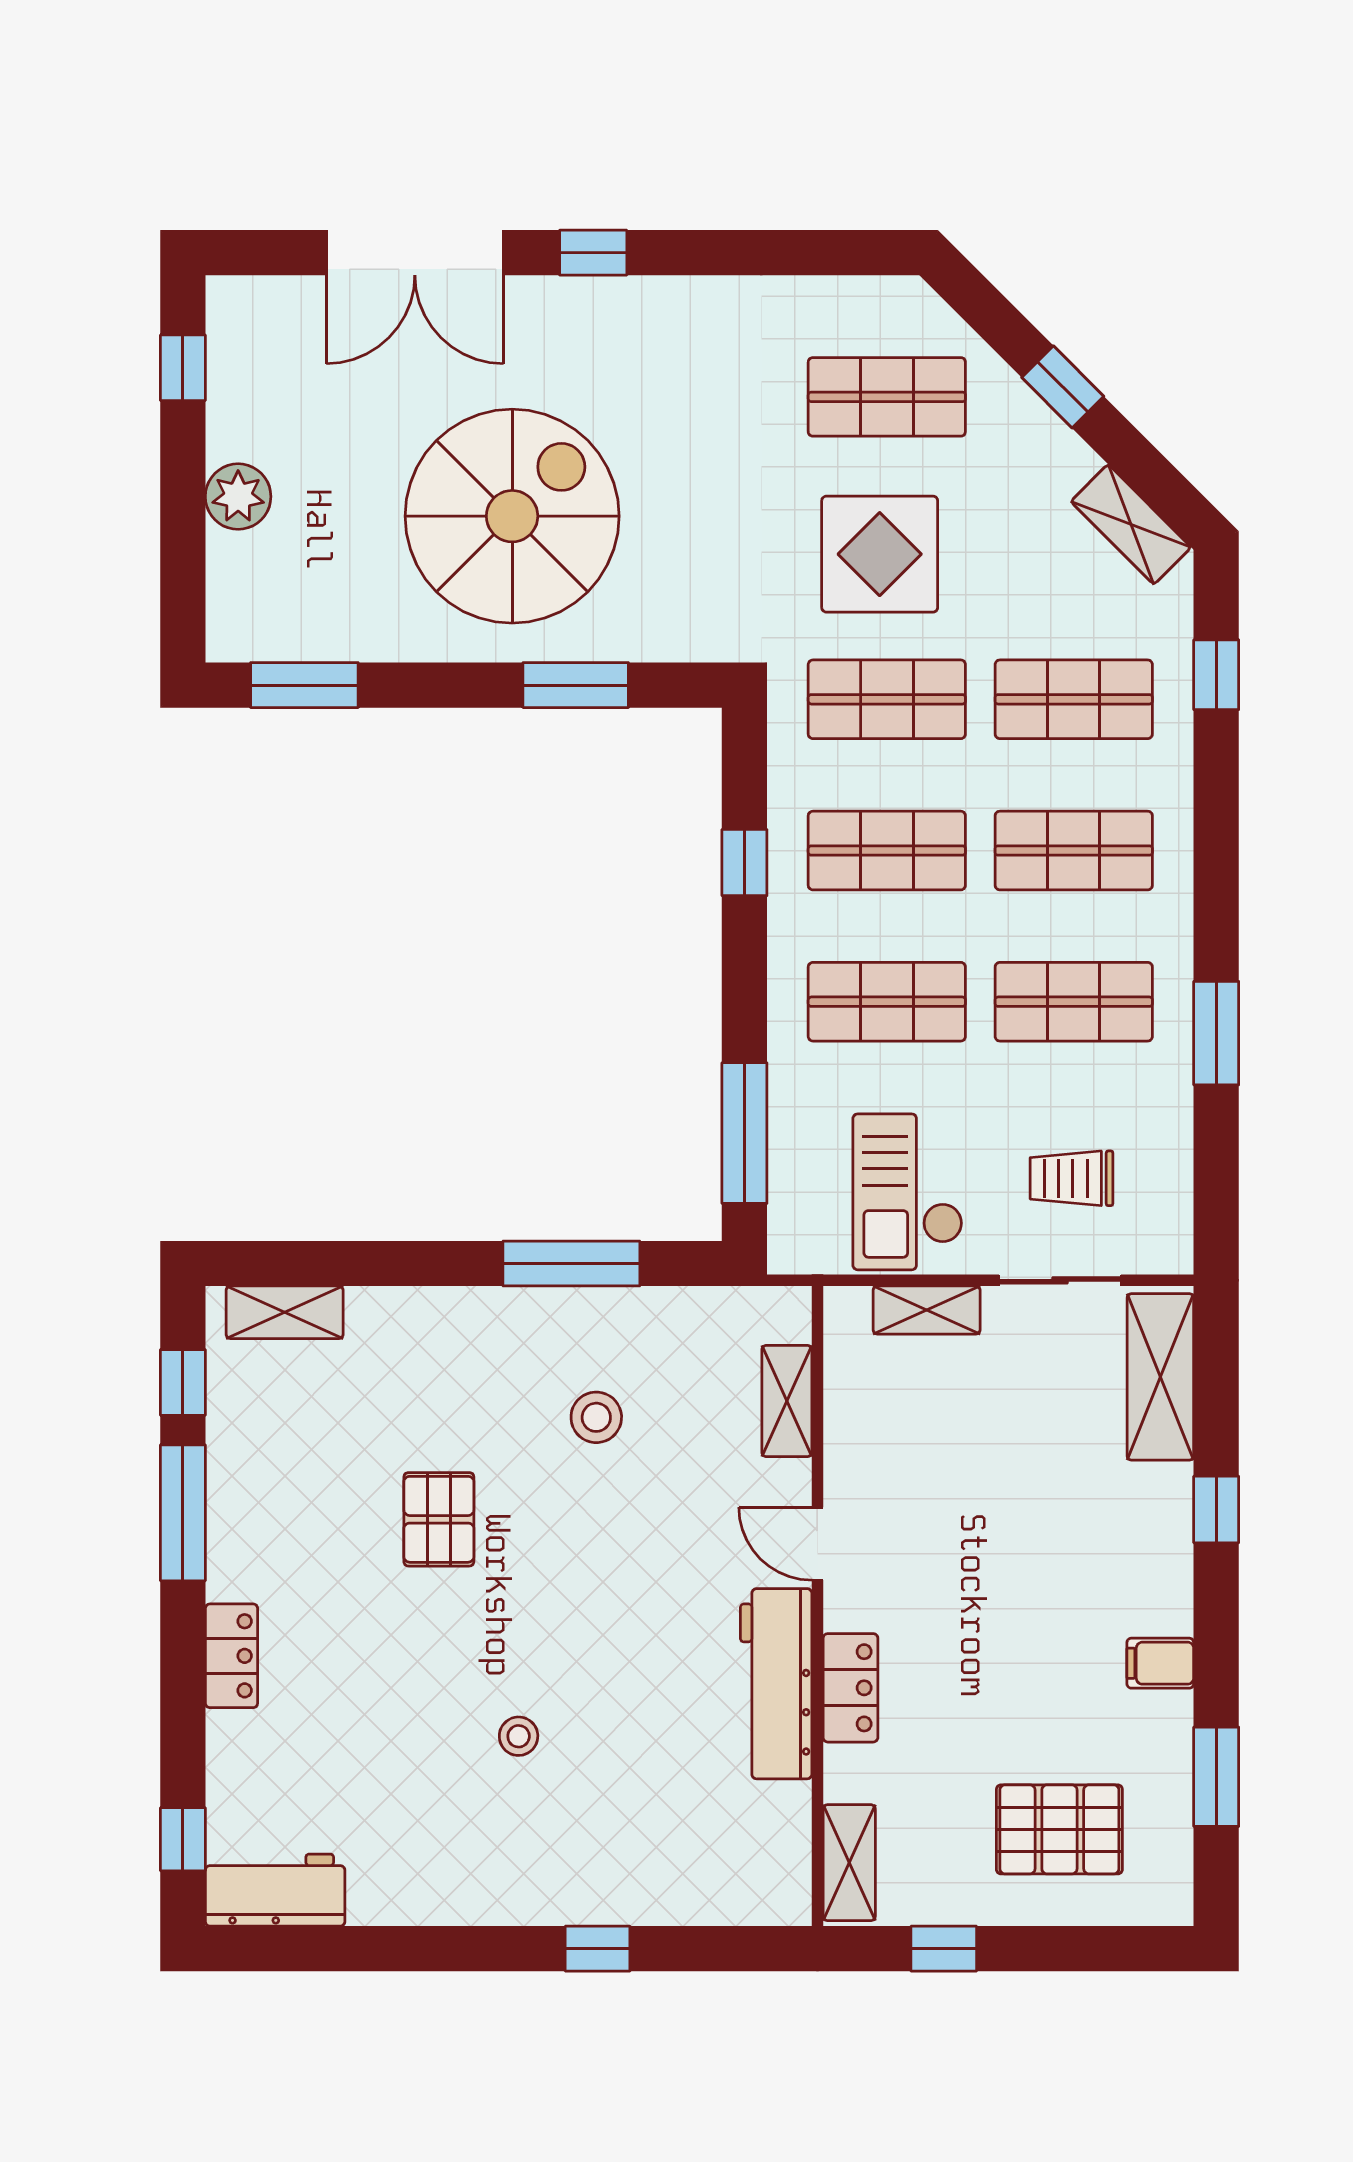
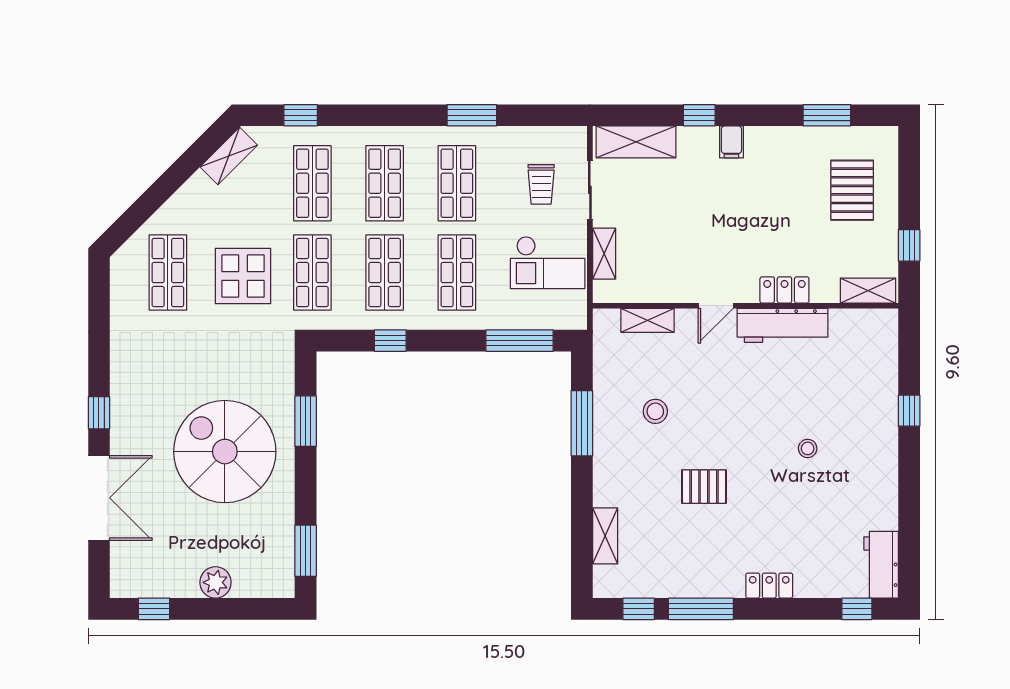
window: (1063, 387) -> (163, 189), removed
shelving: (285, 1312) -> (605, 536), moved
filing cabinet: (1160, 1663) -> (731, 142), moved

